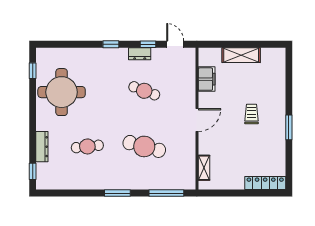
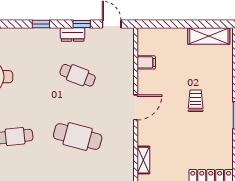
shelving: (241, 55) -> (209, 36), moved
filing cabinet: (207, 79) -> (146, 62), width x0.50

